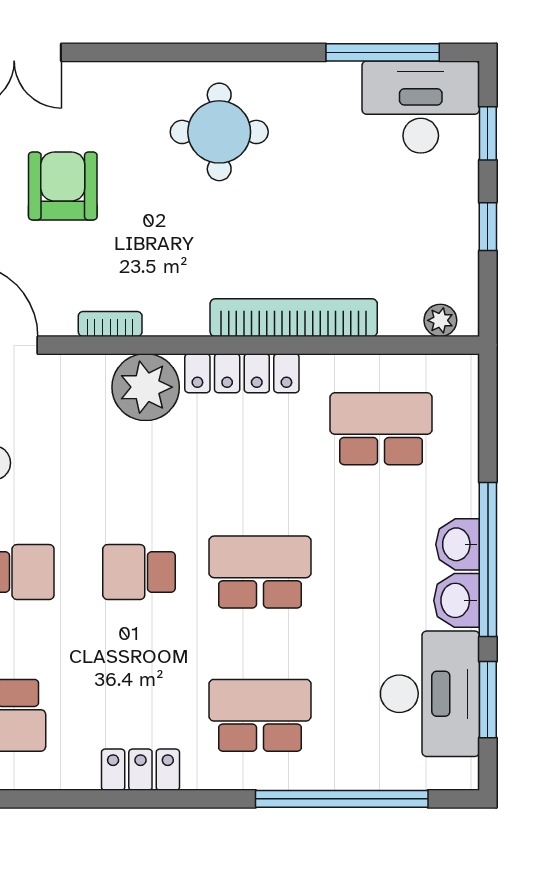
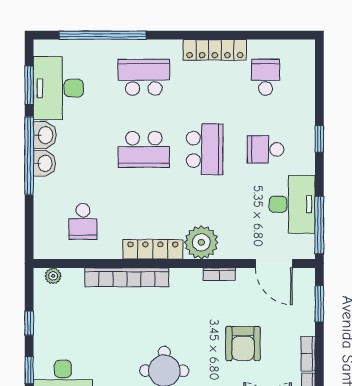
school desk: (381, 429) -> (83, 221), width x0.54
school desk: (139, 572) -> (205, 149), width x1.85
school desk: (260, 715) -> (144, 77), turned 180
locker: (140, 770) -> (215, 50), width x1.53

